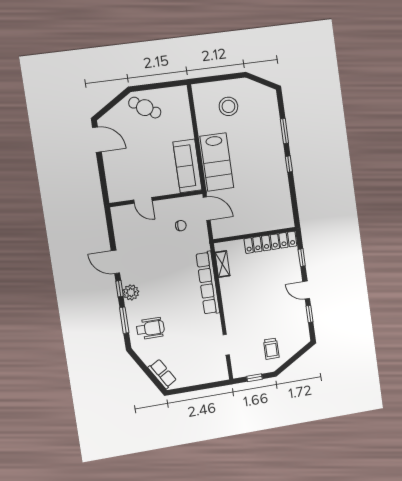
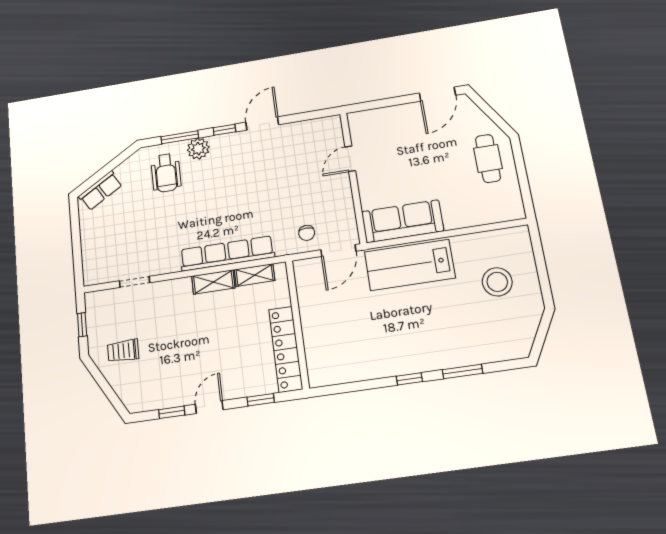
cafe table: (145, 108) -> (488, 158), turned -32
chair: (181, 226) -> (307, 233), moved
shelving: (227, 291) -> (213, 282), added
plant: (131, 292) -> (198, 149), moved

